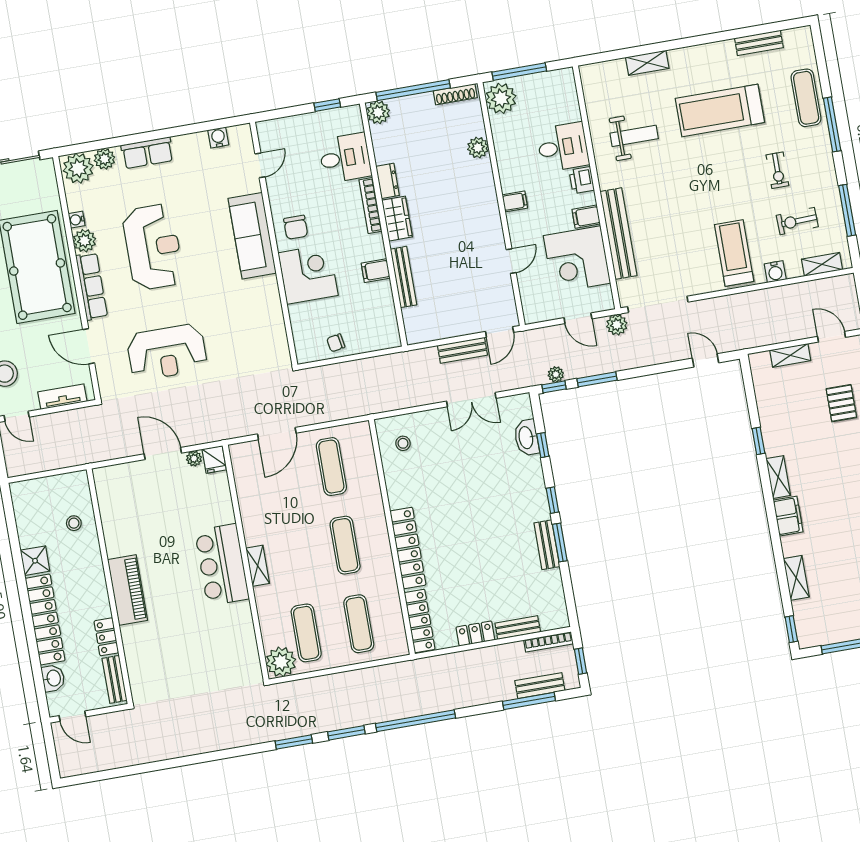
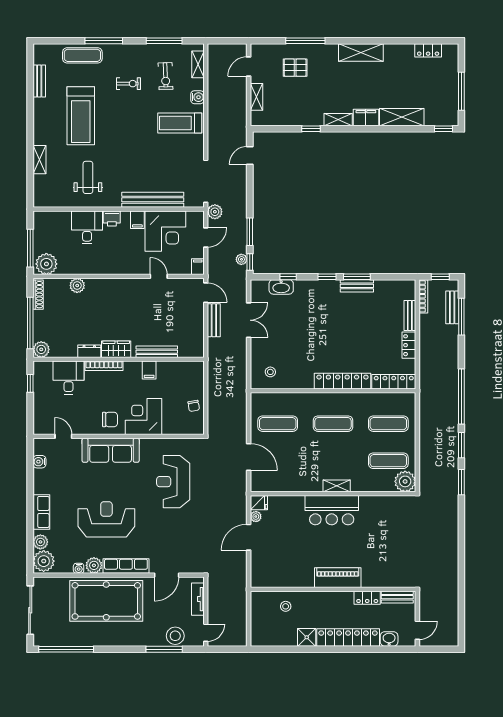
filing cabinet: (515, 201) -> (198, 267), moved
reception desk: (167, 352) -> (173, 482), moved, turned 180
shelving: (796, 578) -> (402, 117), width x1.50, depth x1.33

